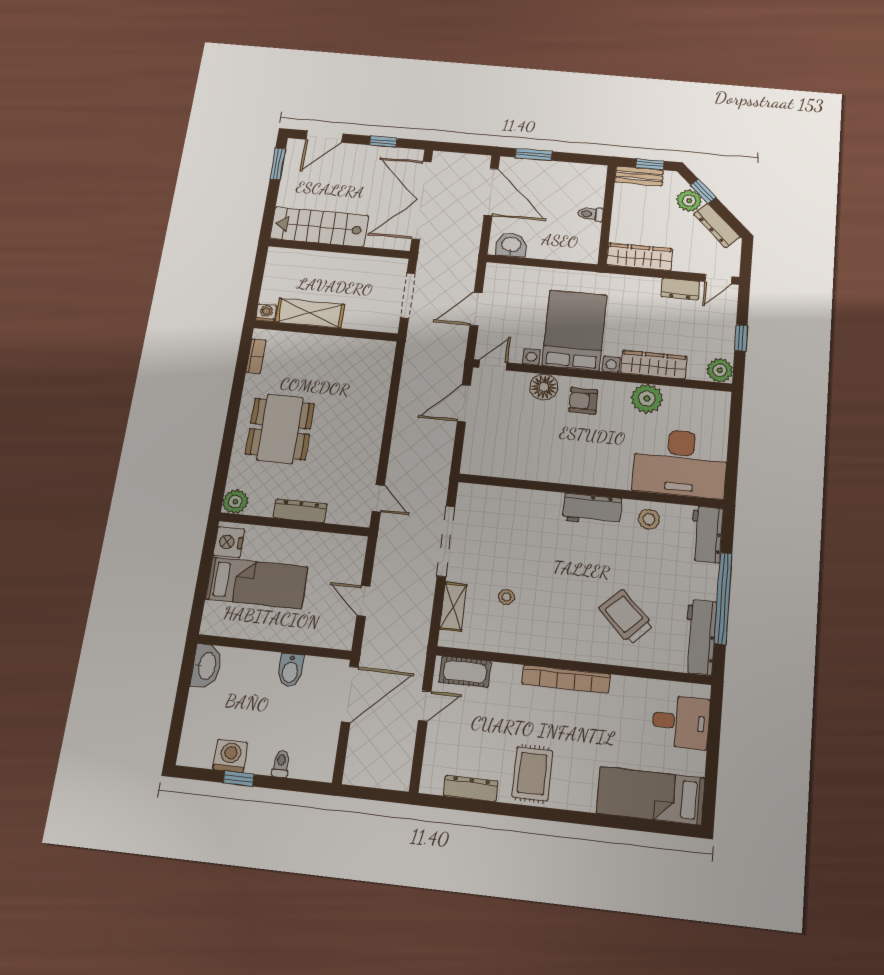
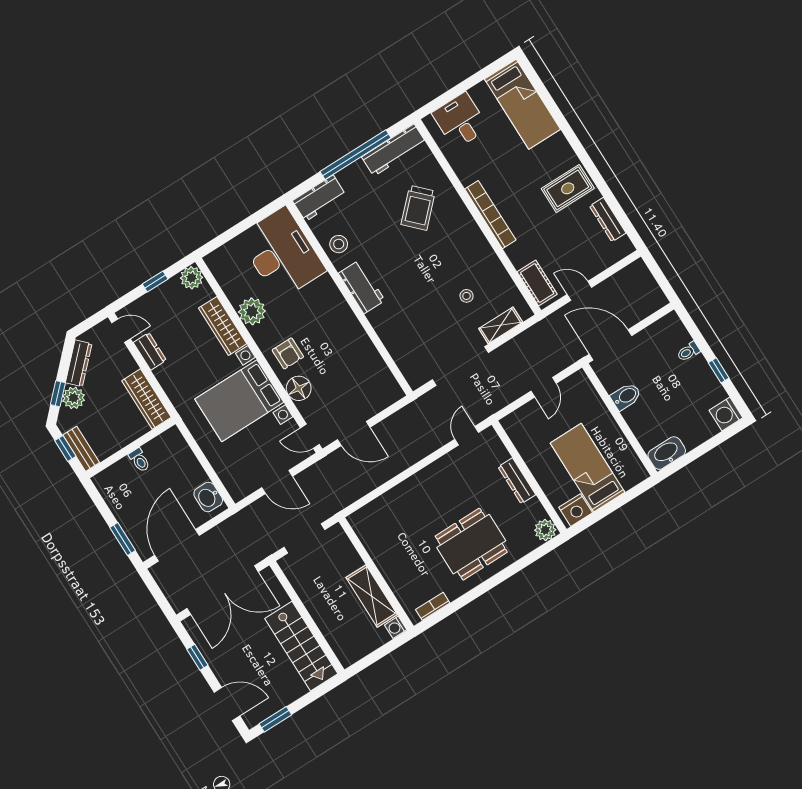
washing machine: (230, 756) -> (726, 414), moved

